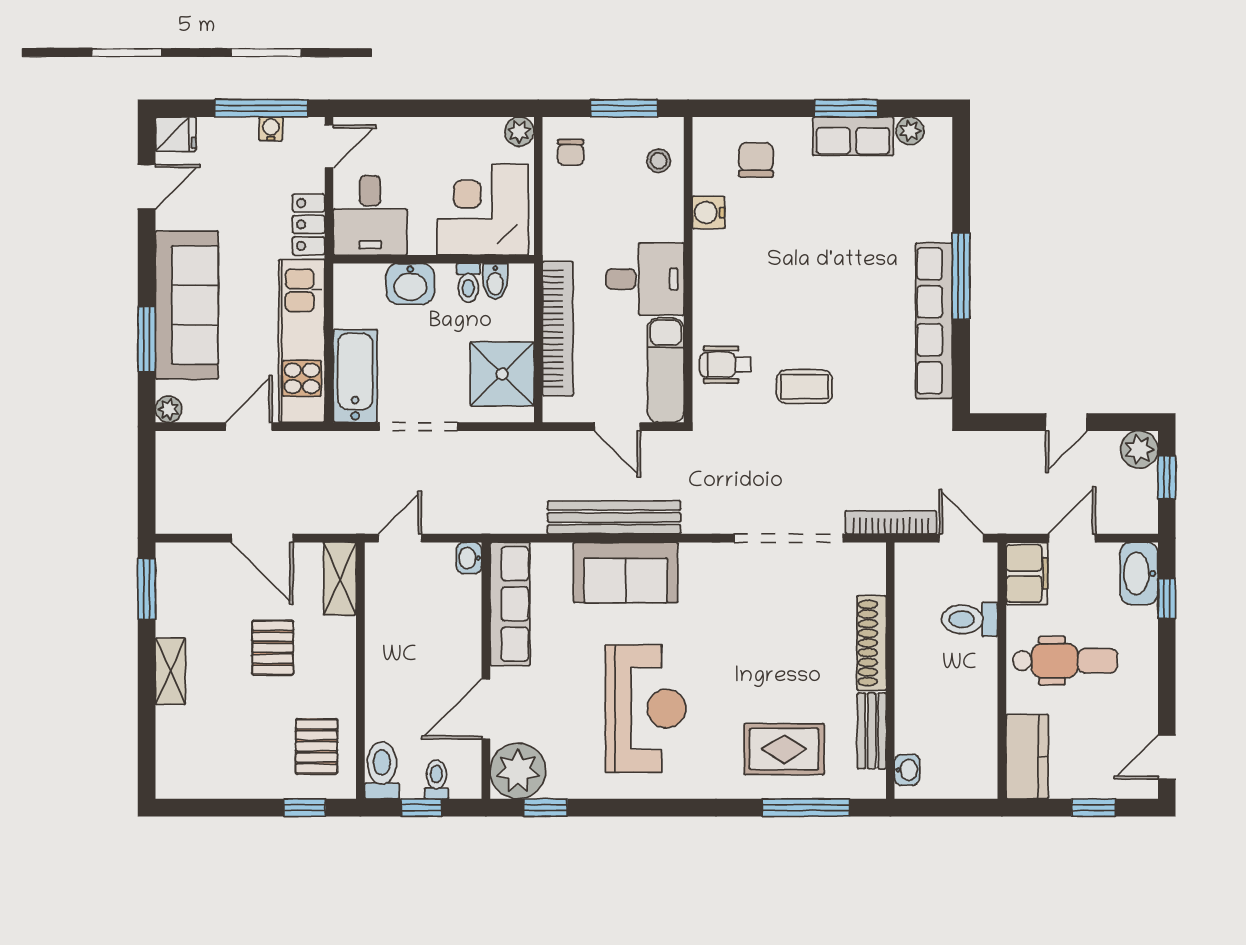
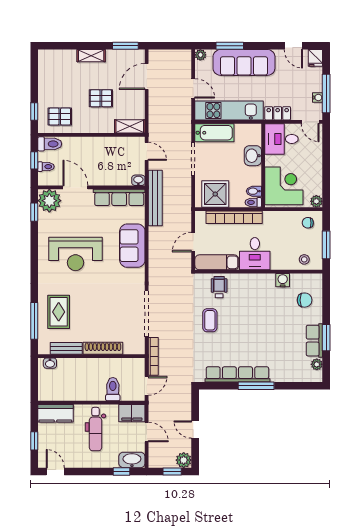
toilet: (468, 283) -> (253, 202), moved
bench: (614, 517) -> (155, 198), moved
door: (262, 538) -> (147, 76), moved

